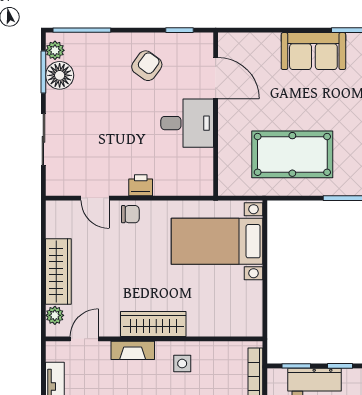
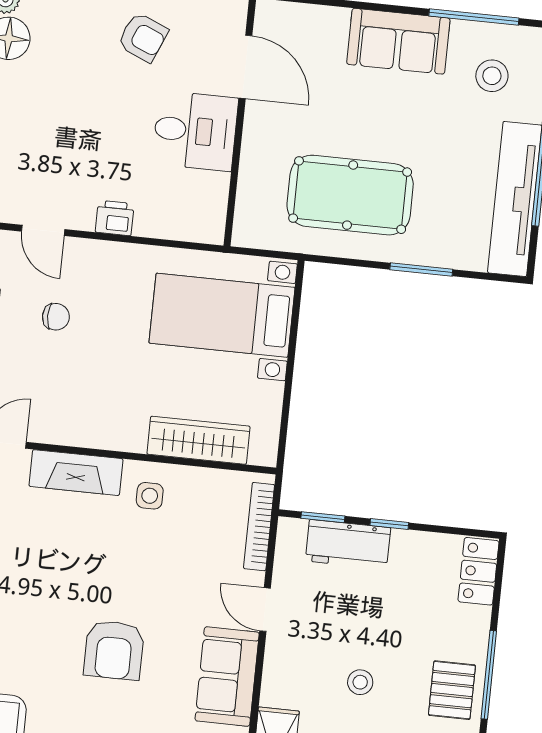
armchair: (147, 66) -> (143, 37), turned 77
chair: (130, 214) -> (56, 317), moved
wardrobe: (153, 324) -> (199, 440), moved
fireplace: (133, 350) -> (76, 473), width x1.37, depth x1.32

